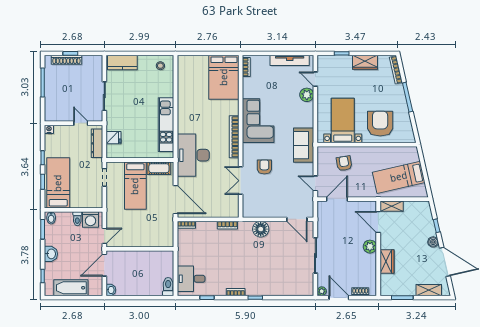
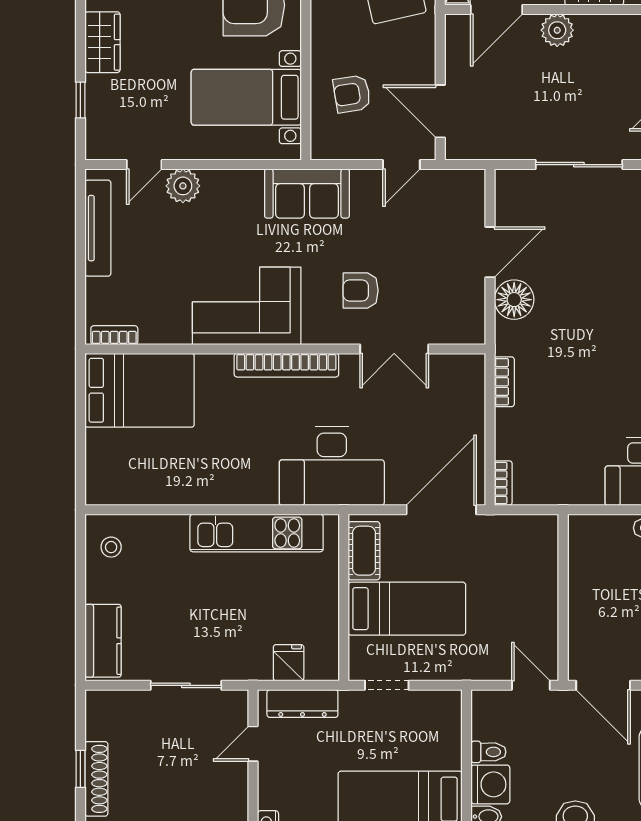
washing machine: (90, 219) -> (490, 784), moved
door: (297, 219) -> (490, 252), moved

